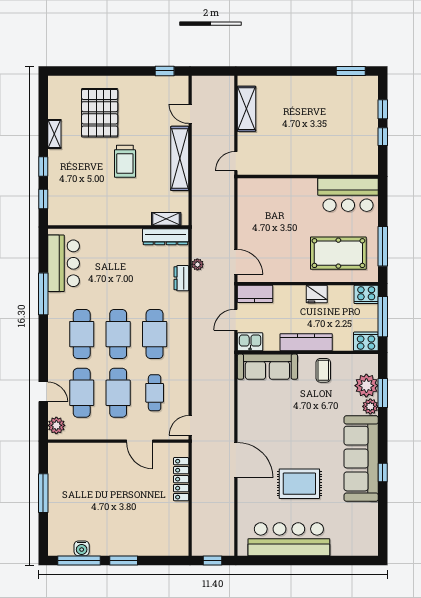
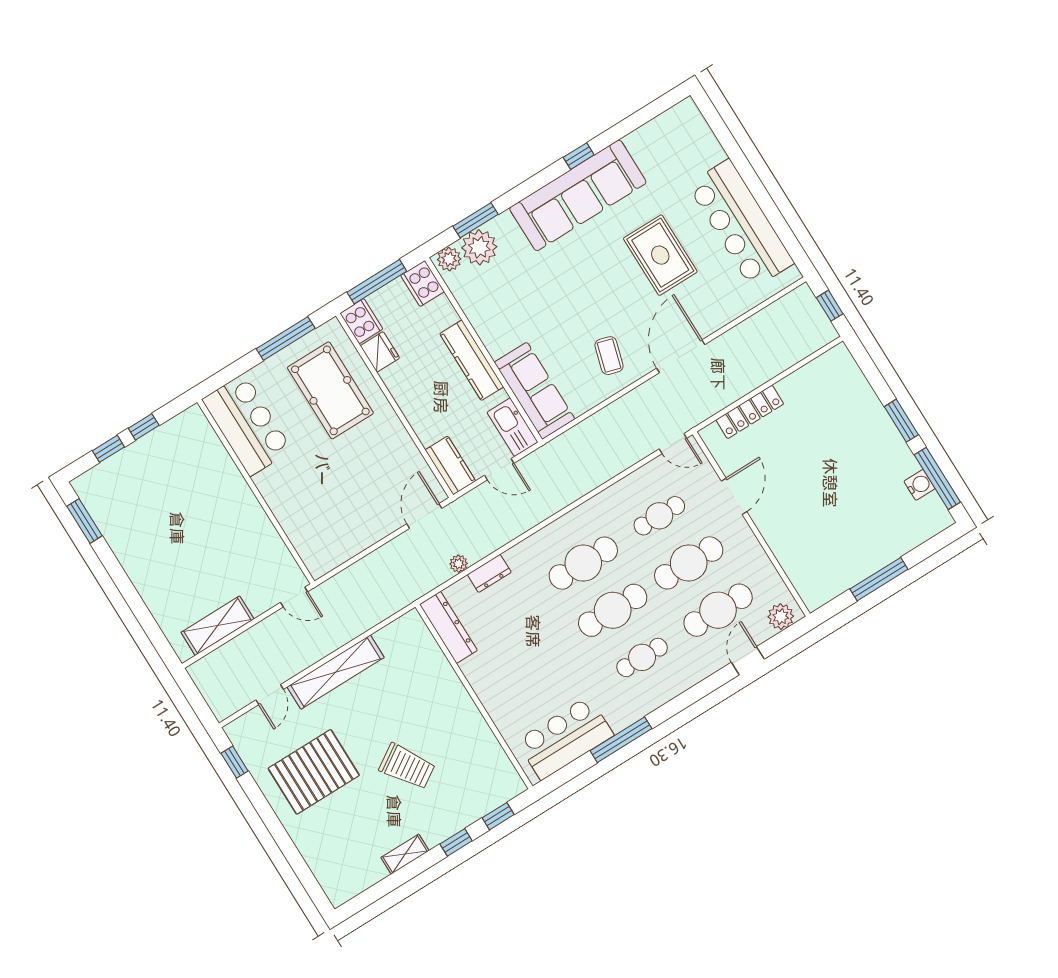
pallet: (100, 113) -> (314, 772), moved
trolley: (125, 161) -> (407, 767), moved, turned 57
shelving: (166, 219) -> (425, 641), removed
fridge: (317, 294) -> (380, 352), moved
cafe table: (82, 334) -> (642, 657), width x0.73, depth x0.74
kitchen sink: (250, 342) -> (513, 427), width x1.38
coffee table: (323, 370) -> (609, 356), moved, turned -74
plant: (370, 406) -> (449, 259), moved

